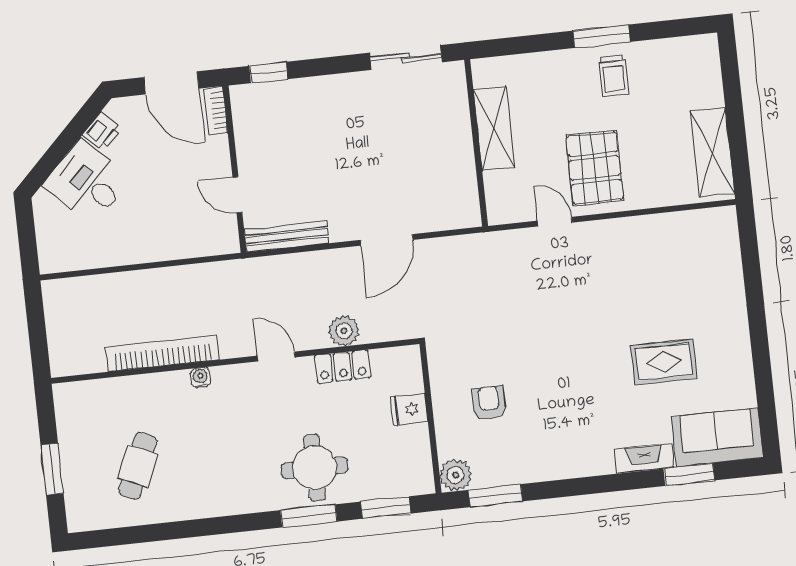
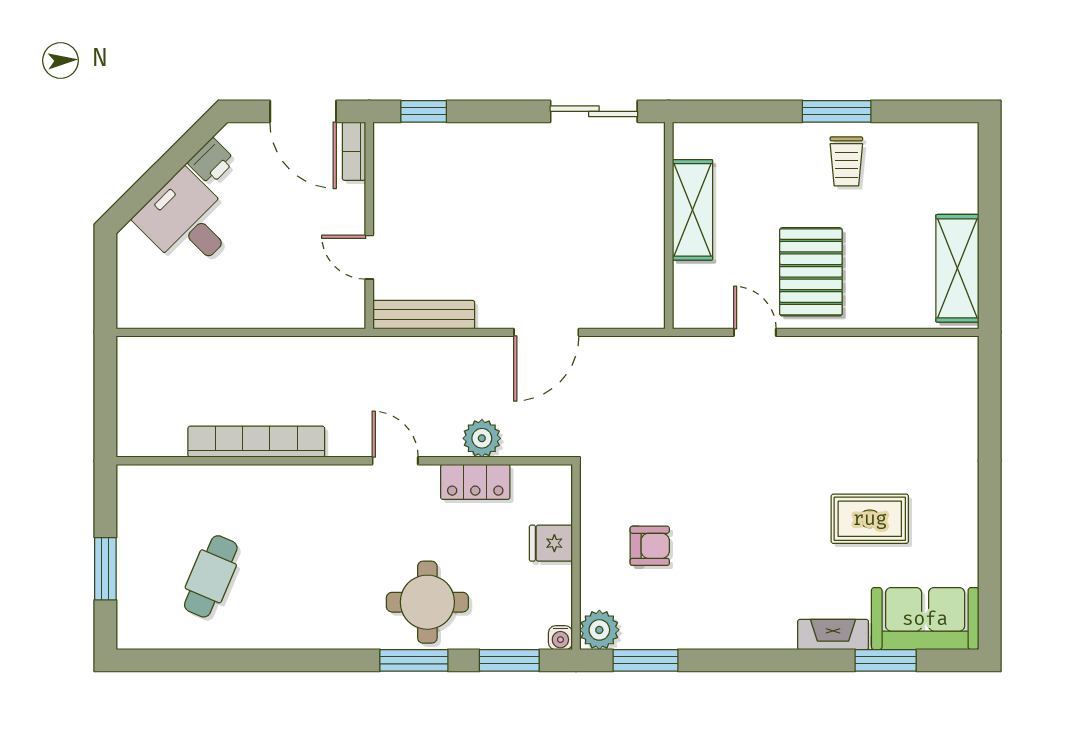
water cooler: (200, 377) -> (560, 638), moved, turned 180
armchair: (489, 403) -> (650, 546), turned 90

